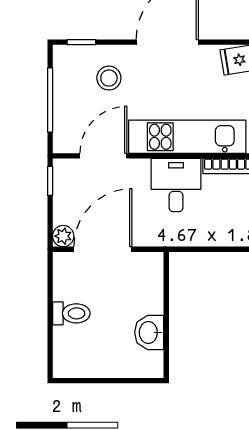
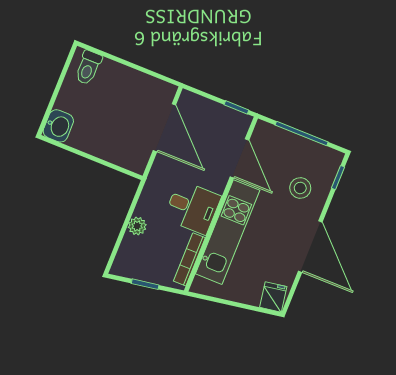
plant: (63, 236) -> (137, 226), moved
toilet: (71, 313) -> (88, 68), moved
washbasin: (149, 332) -> (58, 126), moved, turned 90

